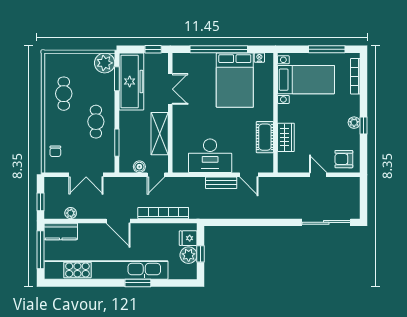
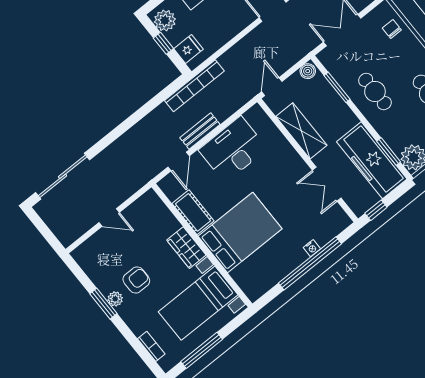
nightstand: (259, 58) -> (312, 248), moved
bookcase: (355, 76) -> (151, 346), width x0.64
bed: (235, 80) -> (240, 232), moved, turned 90
window: (364, 125) -> (103, 304), width x1.50
wardrobe: (286, 137) -> (186, 248), moved
armchair: (344, 159) -> (136, 280), moved
boiler: (139, 167) -> (308, 71), moved
door: (249, 175) -> (179, 162), swing flipped
bookcase: (163, 213) -> (194, 86), moved
plant: (189, 255) -> (165, 20), moved

